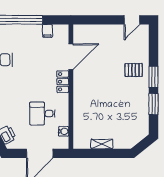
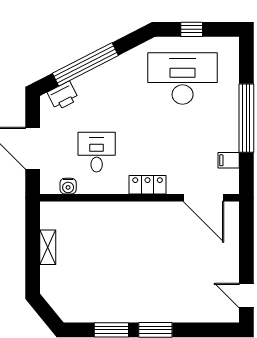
door: (71, 57) -> (204, 198), moved
pallet: (134, 70) -> (166, 298), removed

